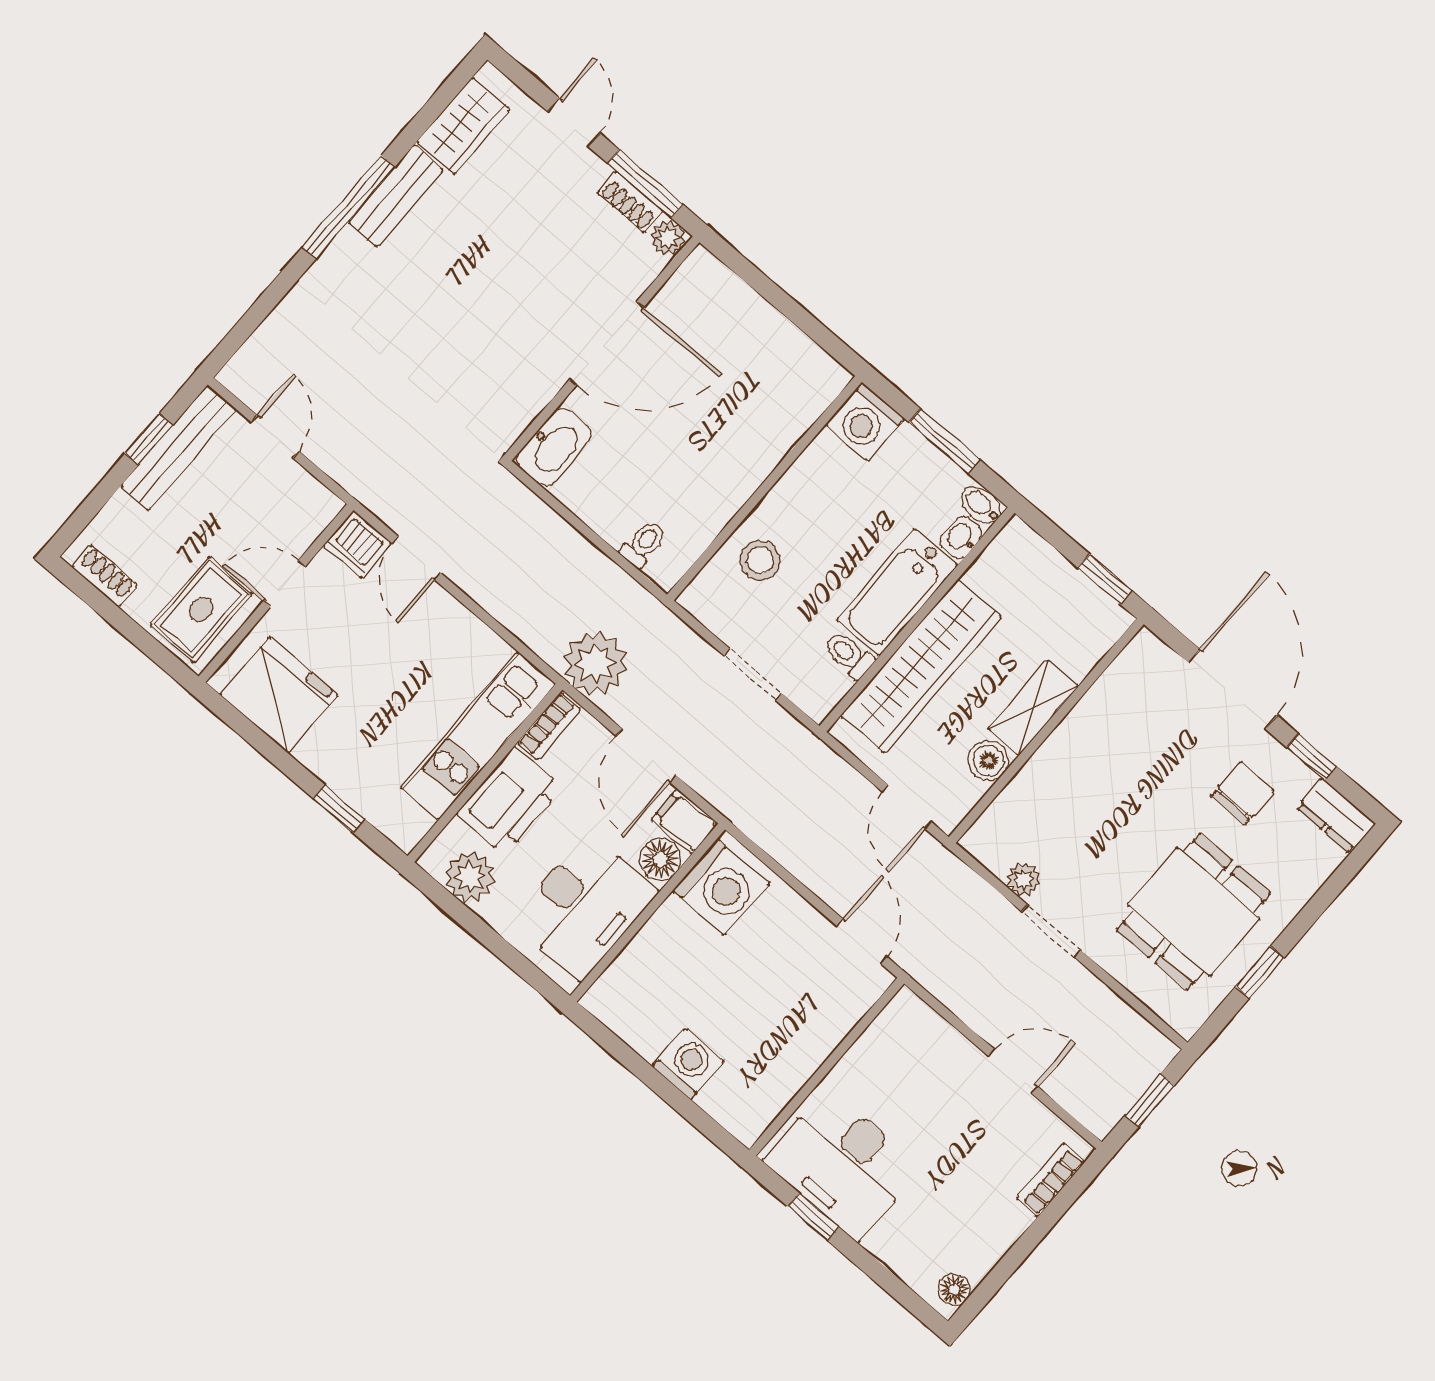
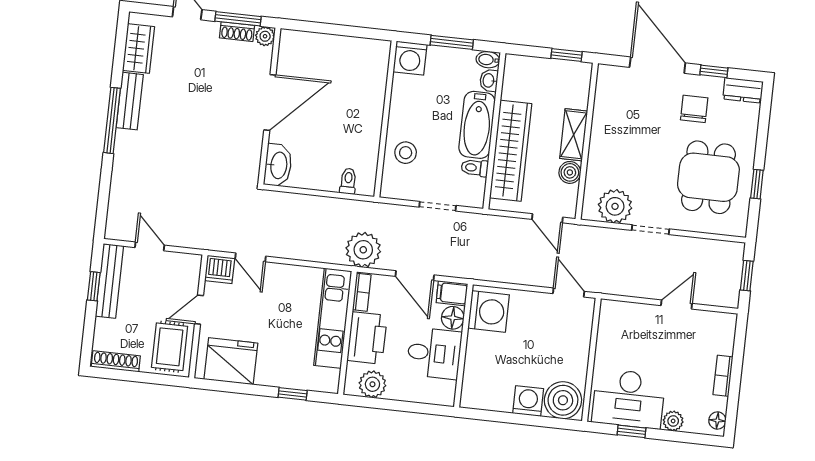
shoe rack: (105, 576) -> (116, 361), width x1.43
plant: (1023, 879) -> (615, 206), width x1.88, depth x1.88
desk: (584, 906) -> (434, 353), width x0.73
boiler: (742, 1099) -> (563, 400), added
bookcase: (1050, 1180) -> (723, 376), moved
plant: (887, 1244) -> (673, 421), added

